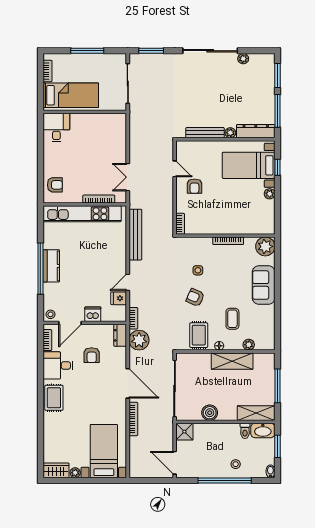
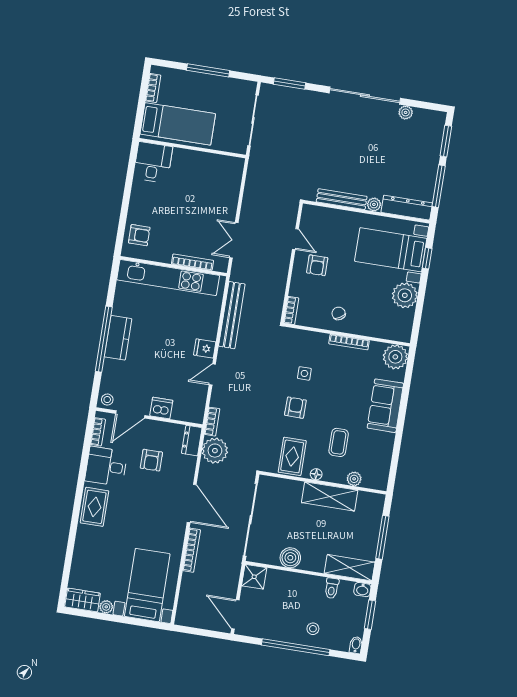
plant: (270, 194) -> (405, 295), width x1.88, depth x1.88
chair: (217, 220) -> (339, 313), added
armchair: (195, 297) -> (295, 408), turned 67
fridge: (119, 298) -> (205, 348), moved
washbasin: (263, 430) -> (362, 590), width x0.52, depth x0.69

